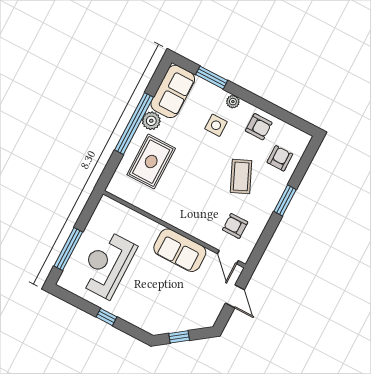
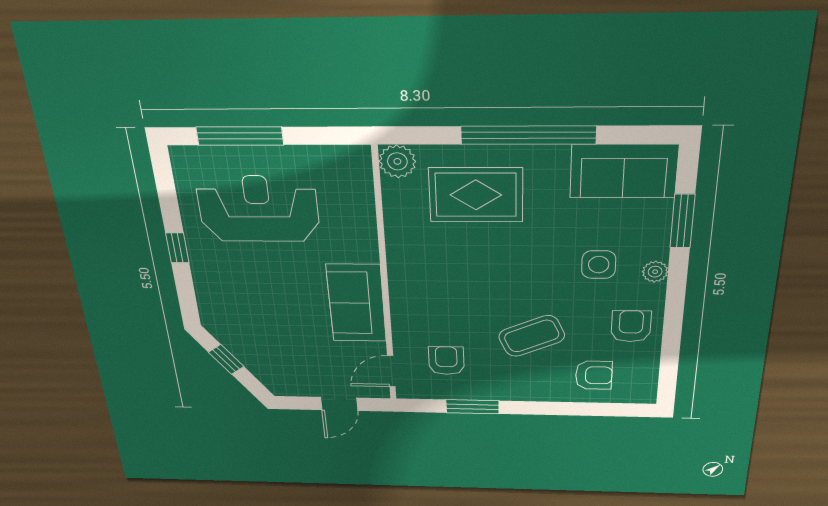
plant: (151, 121) -> (397, 161), moved
armchair: (259, 127) -> (631, 326), turned 180
window: (285, 200) -> (473, 407), moved

